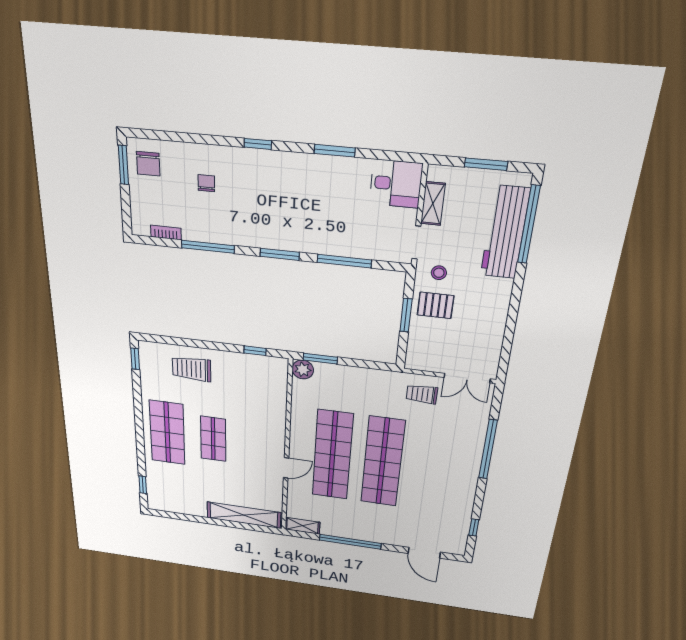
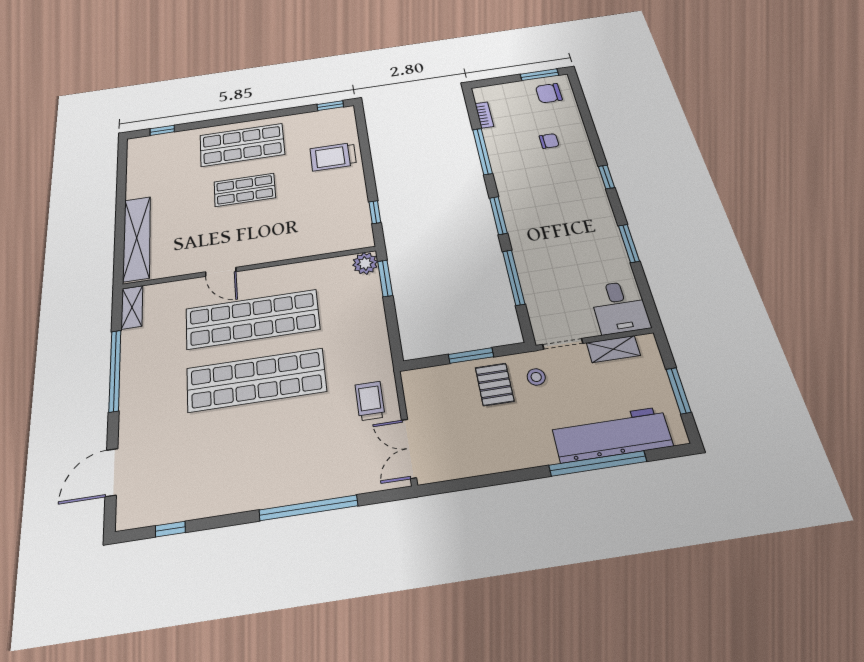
window: (529, 225) -> (598, 463), moved
trolley: (192, 369) -> (333, 157), turned -90

